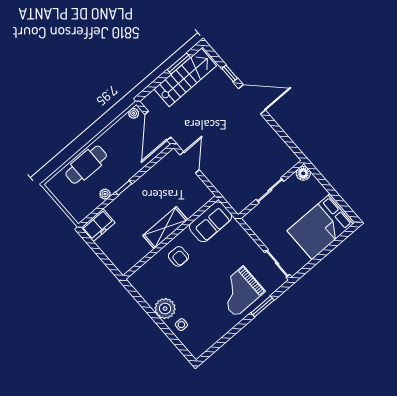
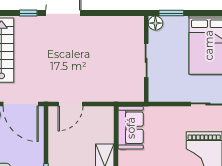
door: (190, 162) -> (70, 104), swing flipped
window: (321, 179) -> (171, 13), added

